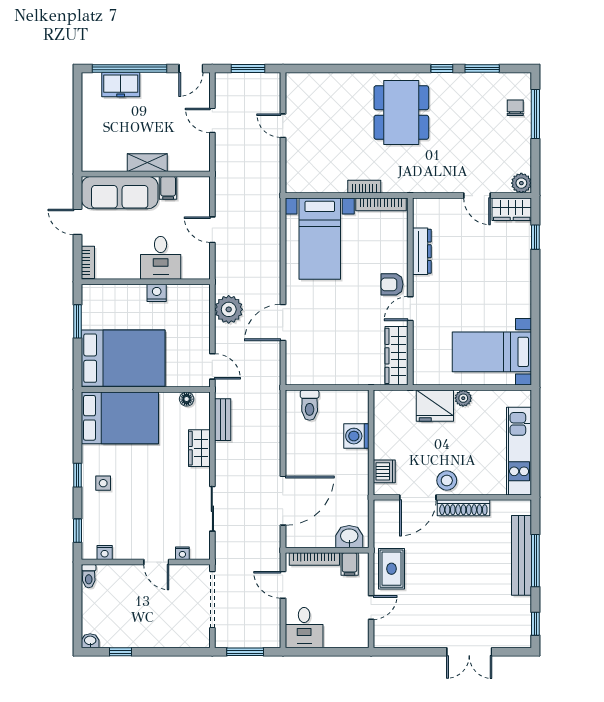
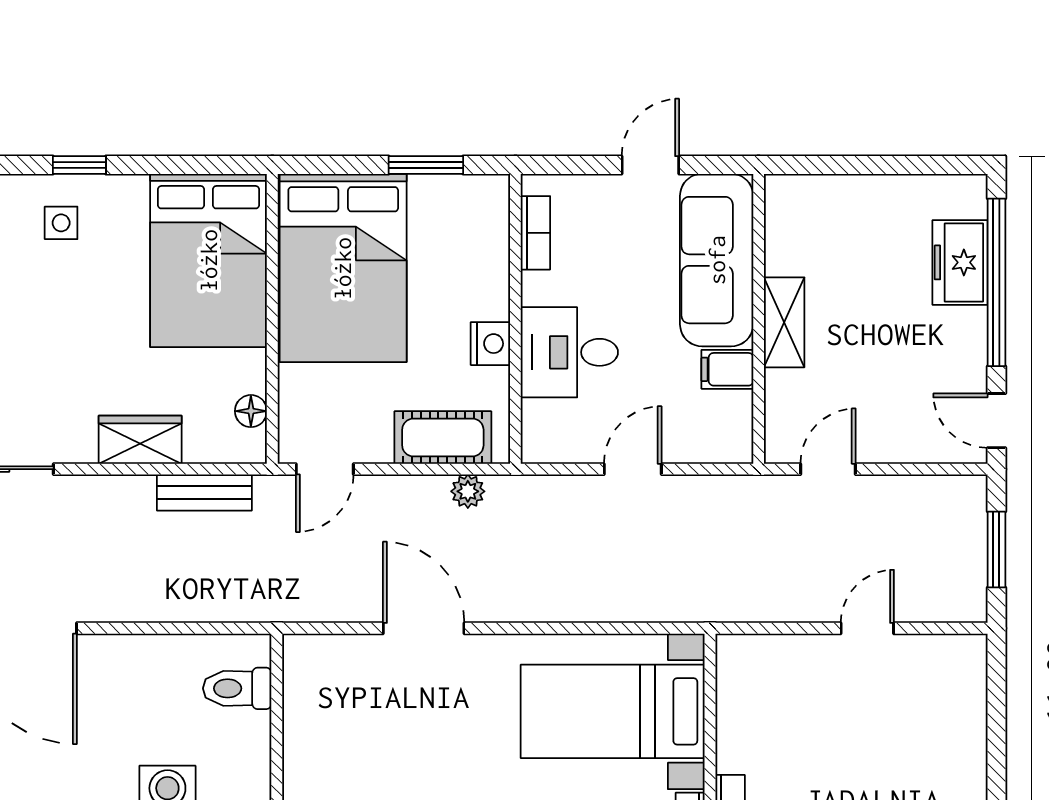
door: (212, 120) -> (828, 469), moved
bookcase: (88, 262) -> (535, 233), moved, turned -90
plant: (229, 309) -> (468, 491), width x0.53, depth x0.53
cot: (198, 314) -> (443, 438), added

